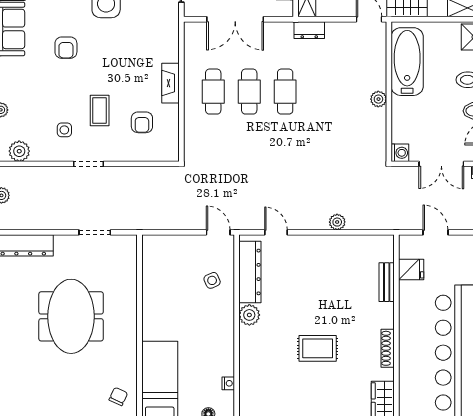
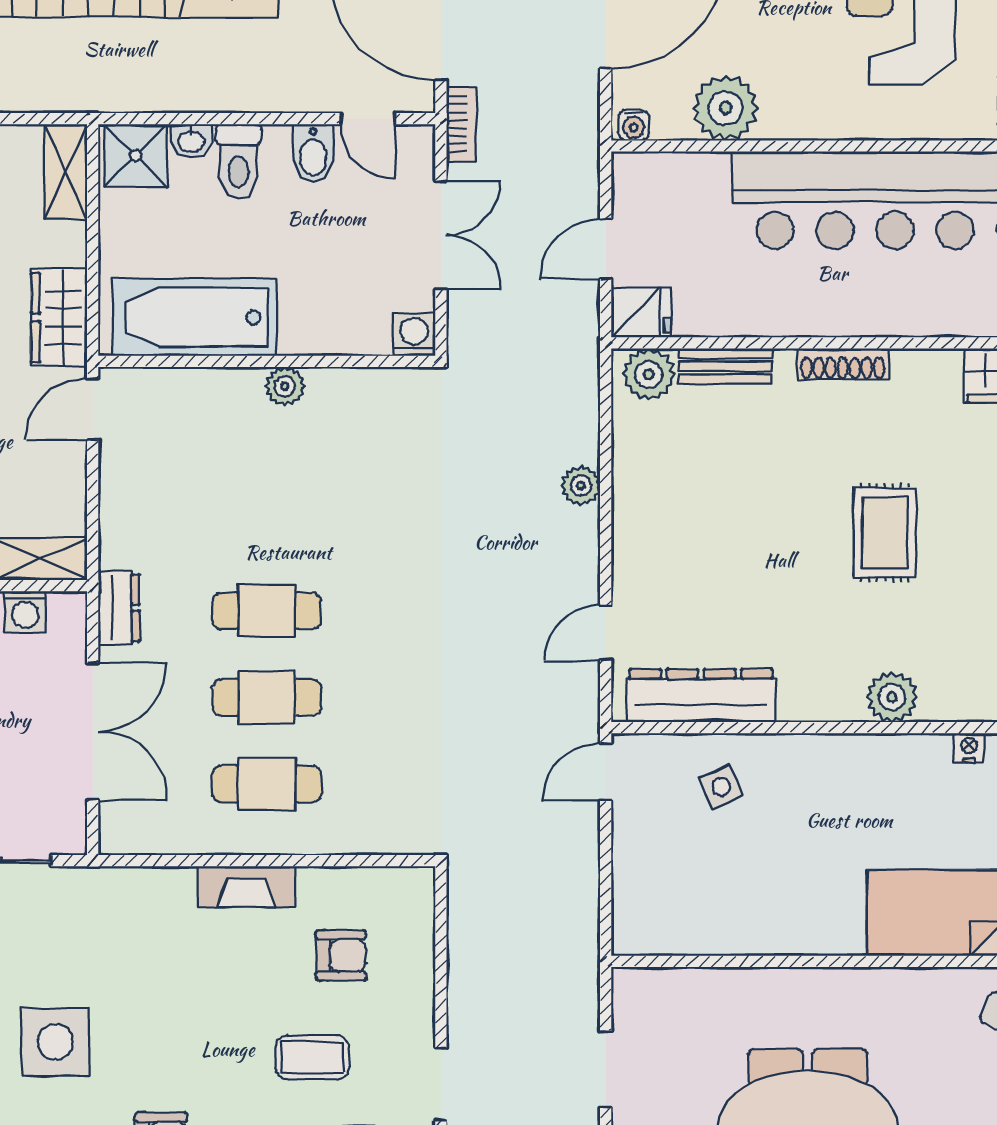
dresser: (309, 30) -> (119, 608), moved
plant: (383, 250) -> (649, 374), added
fridge: (411, 269) -> (641, 312), moved, turned 90
plant: (249, 315) -> (892, 697), moved
shoe rack: (388, 348) -> (843, 364), moved

